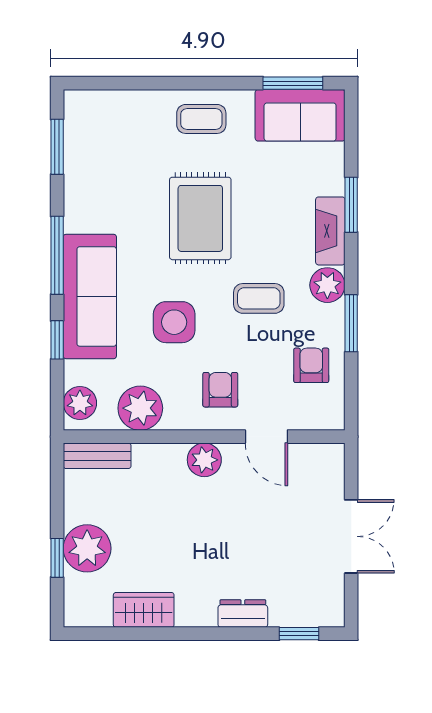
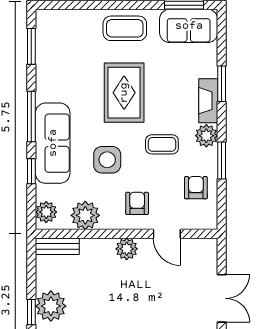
coffee table: (201, 119) -> (125, 28), width x1.36, depth x1.30

